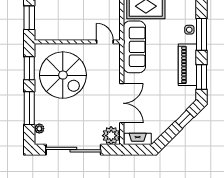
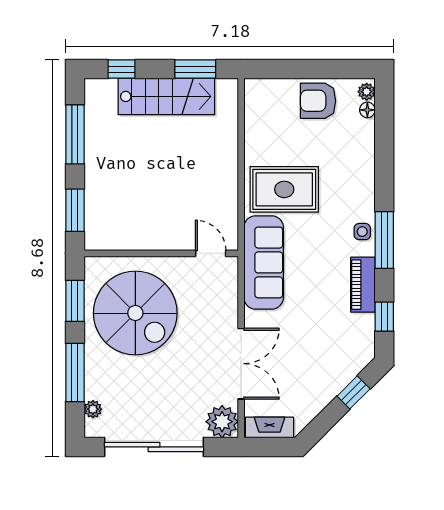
piano: (187, 65) -> (363, 285), width x0.73, depth x0.75
window: (202, 77) -> (384, 317), width x0.67

